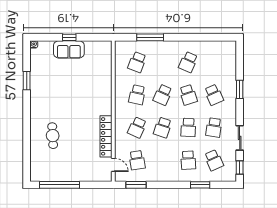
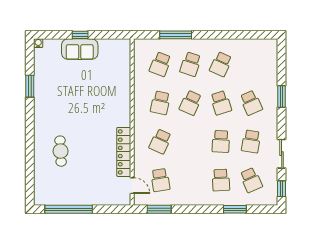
school desk: (163, 127) -> (191, 64), moved

